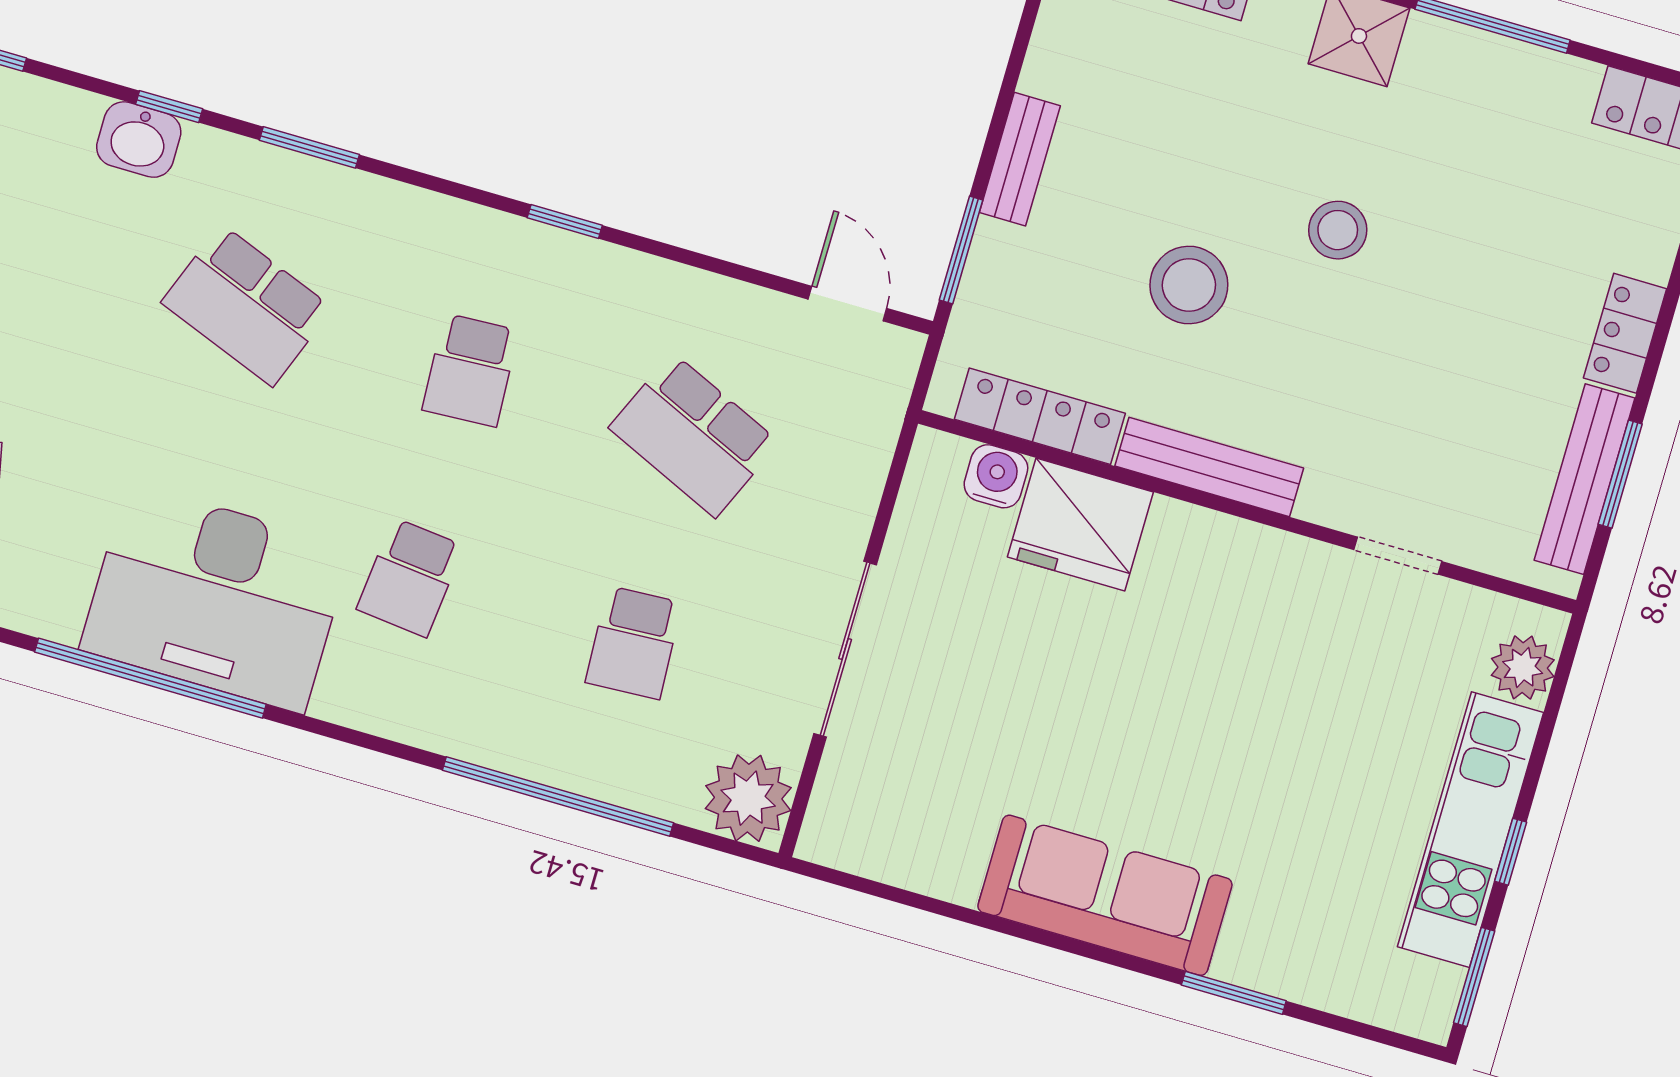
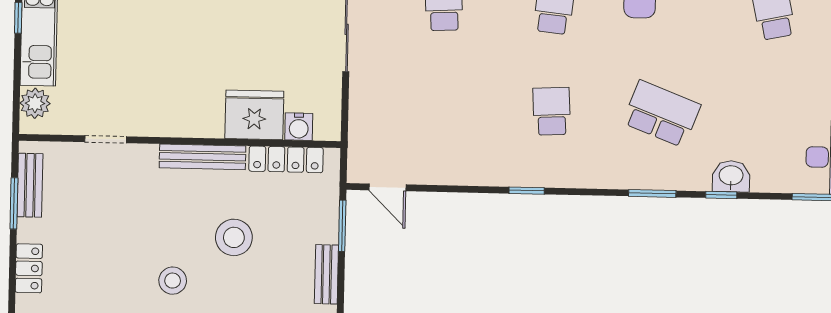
school desk: (694, 435) -> (442, 109), removed
bench: (1585, 479) -> (30, 185), width x0.73

